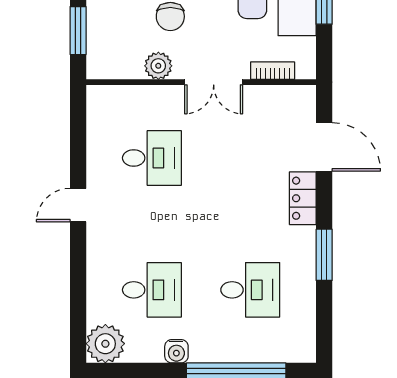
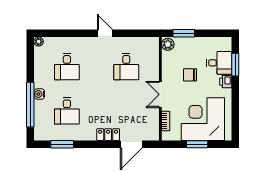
plant: (158, 66) -> (168, 44), moved
window: (324, 255) -> (62, 144), moved
plant: (105, 344) -> (39, 42), width x0.53, depth x0.53
water cooler: (176, 351) -> (39, 94), moved

